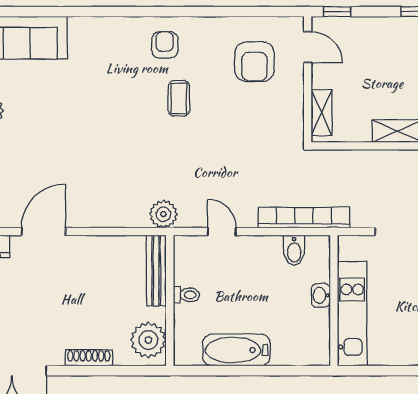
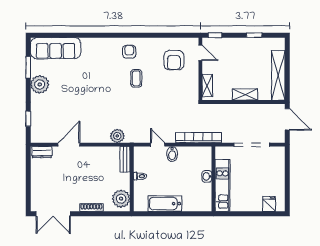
plant: (163, 214) -> (117, 136), moved
bidet: (294, 250) -> (172, 154), moved
bench: (156, 271) -> (125, 159), width x0.73

